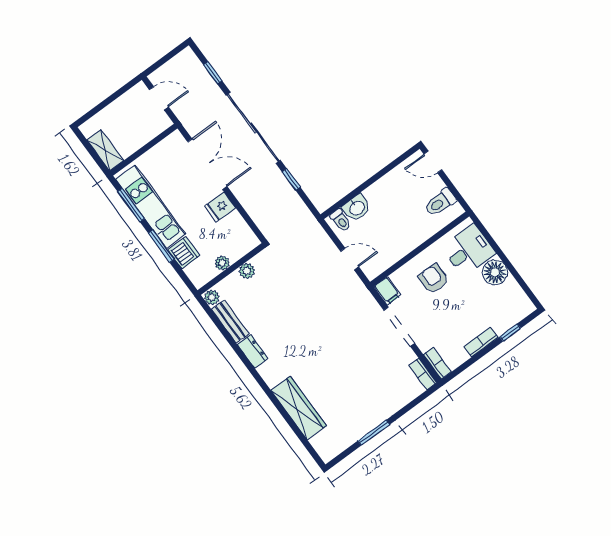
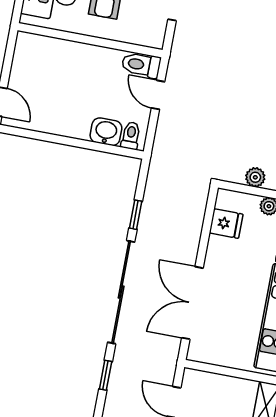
toilet: (440, 202) -> (141, 65), moved, turned 180
fridge: (220, 207) -> (226, 224), moved
filing cabinet: (387, 291) -> (155, 34), removed

